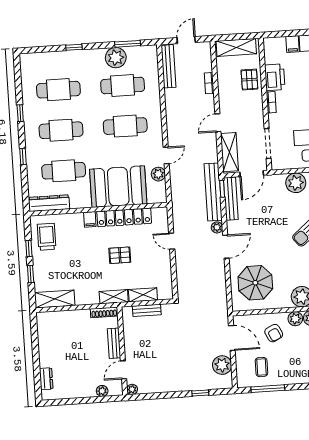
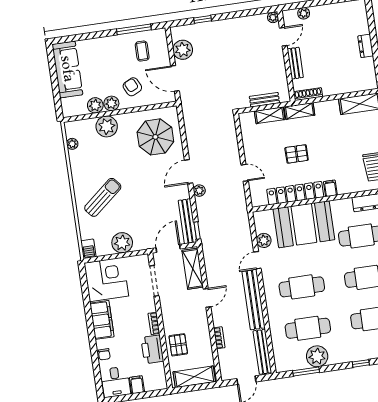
bench: (213, 192) -> (254, 300), moved
dresser: (46, 379) -> (366, 46), moved

